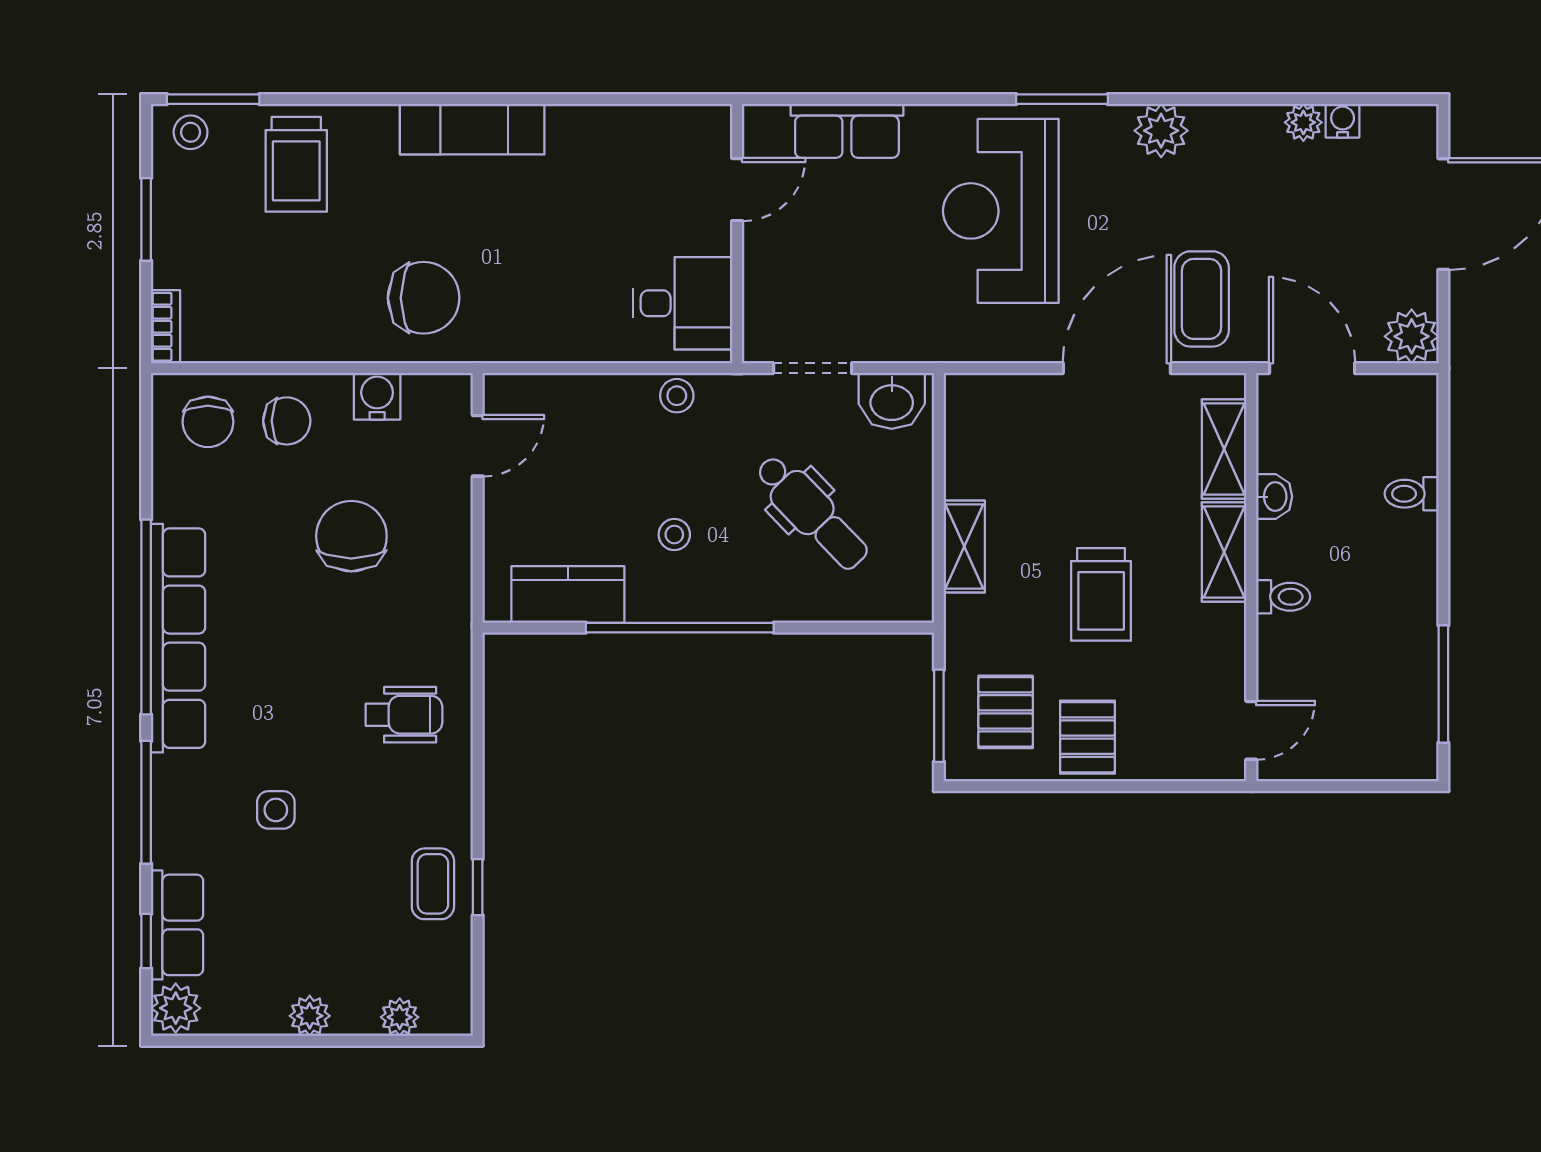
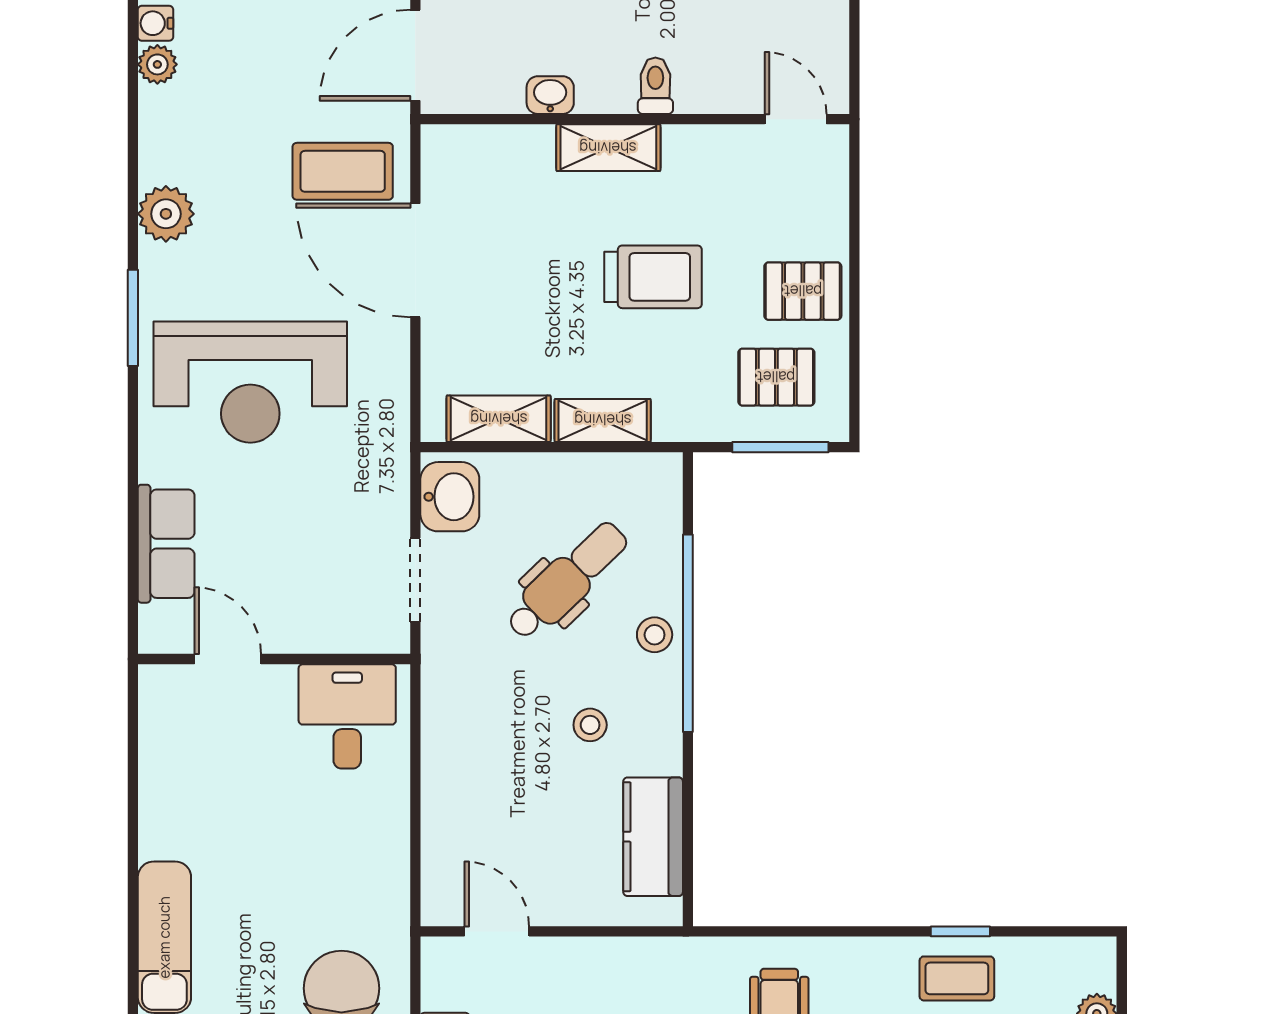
stool: (677, 396) -> (655, 635), moved
shelving: (1224, 449) -> (499, 419), moved
window: (680, 628) -> (688, 633), moved

